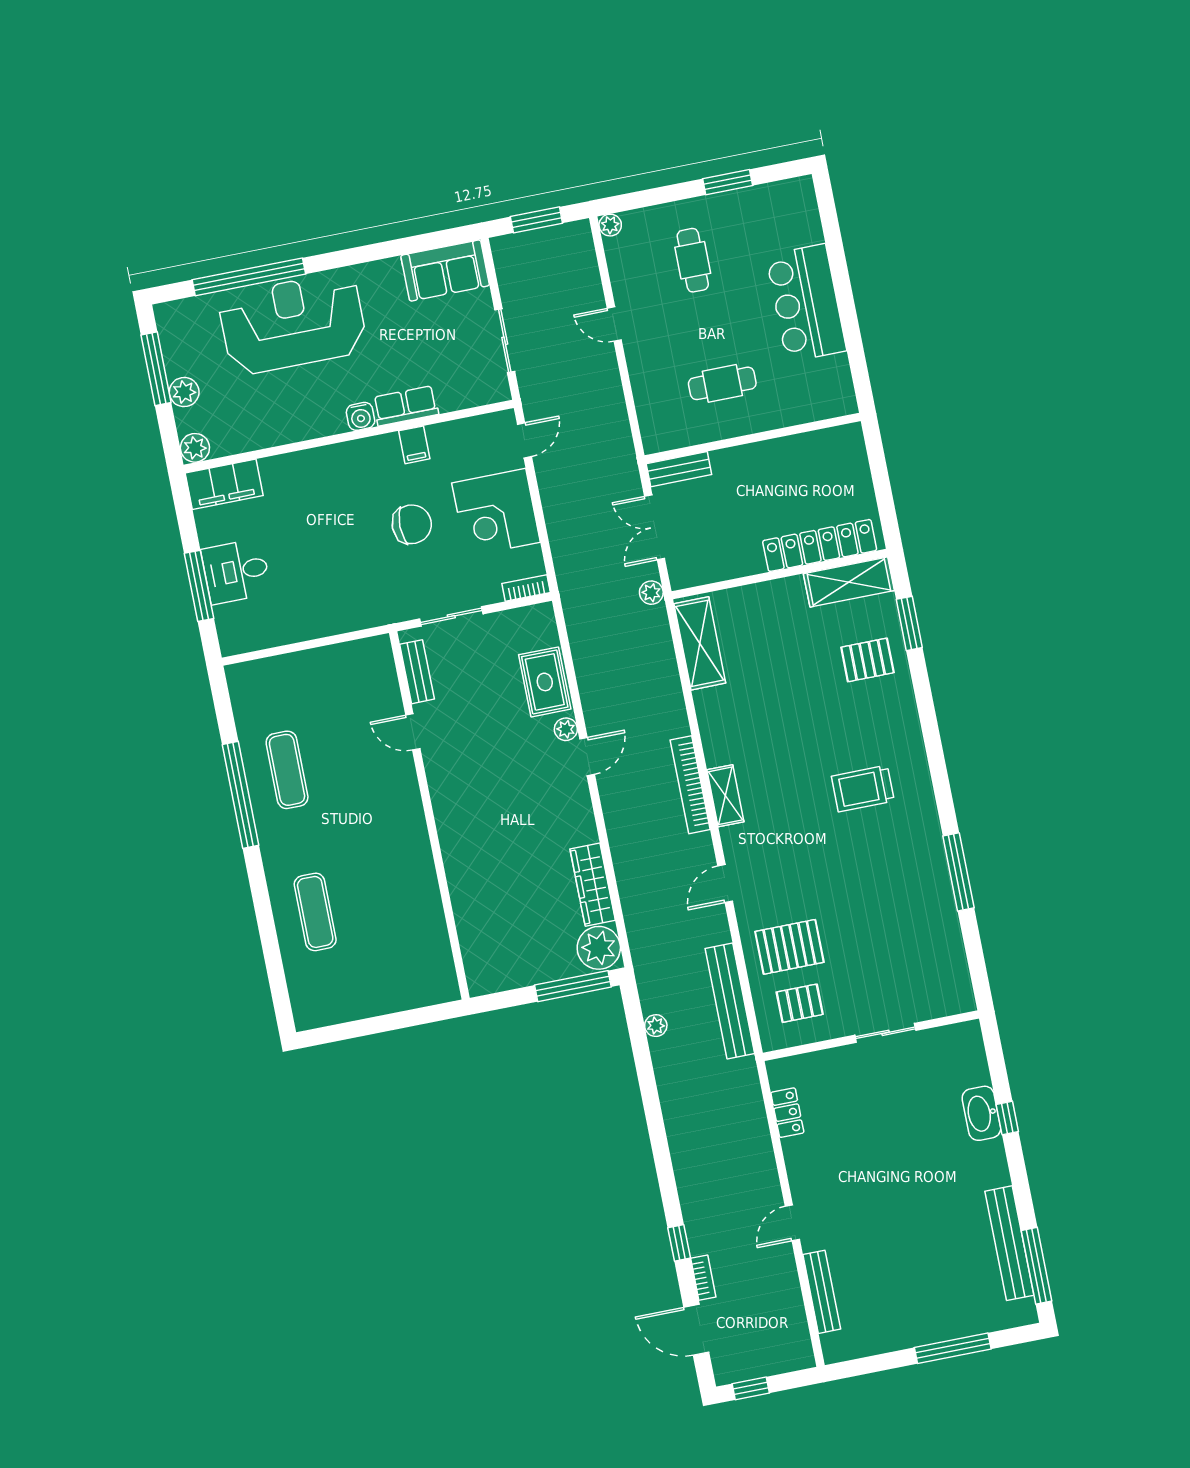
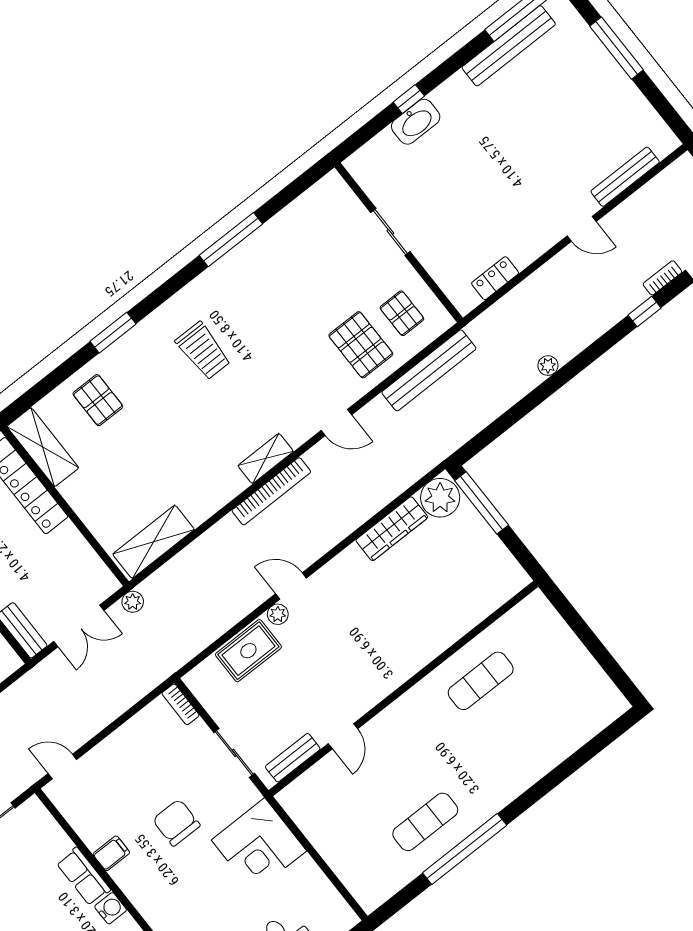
corner desk: (496, 513) -> (259, 845), moved, turned 90
window: (909, 623) -> (113, 333), moved
exercise mat: (315, 912) -> (481, 681), moved
plant: (656, 1026) -> (548, 366), moved

